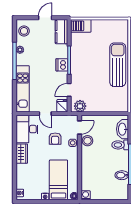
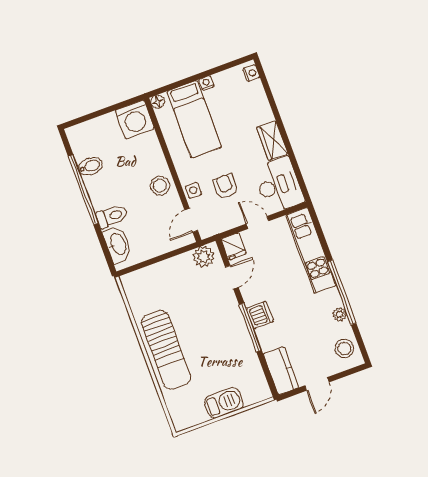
barbecue: (81, 26) -> (224, 403), moved
stool: (87, 141) -> (160, 186), moved
washing machine: (86, 195) -> (135, 119), width x1.89, depth x1.89

